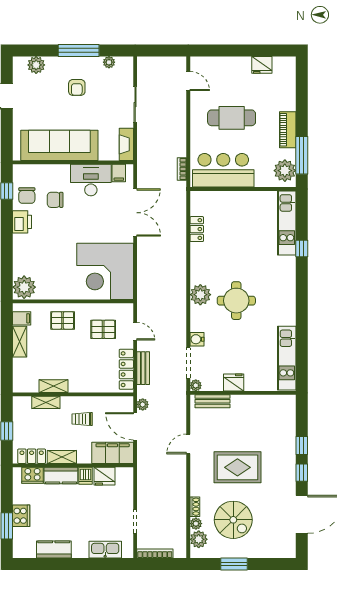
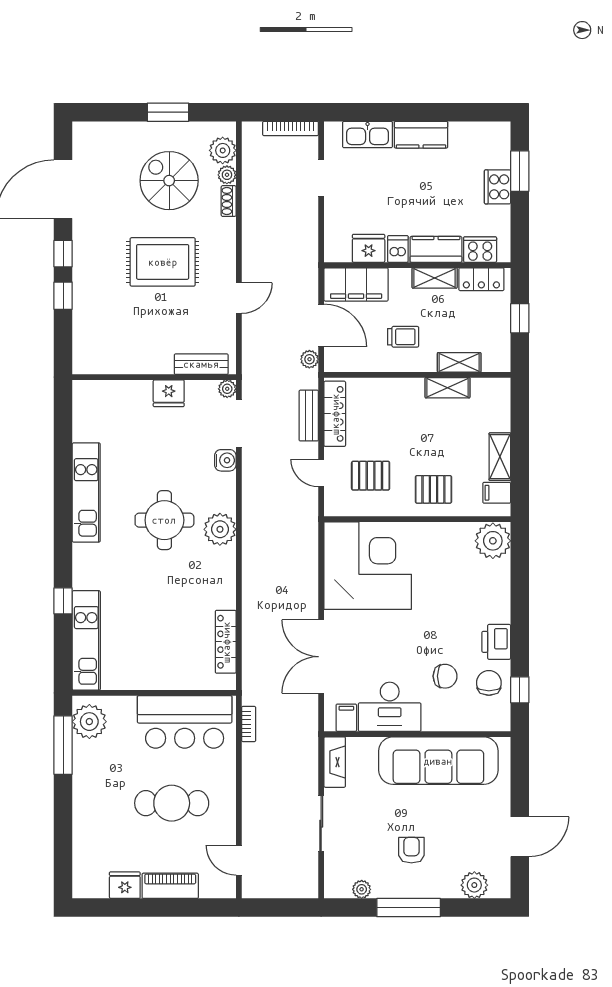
piano: (288, 130) -> (170, 886), moved, turned -90
locker: (197, 229) -> (226, 642), width x1.53
kitchen unit: (287, 358) -> (86, 492), moved
kitchen counter: (54, 549) -> (421, 135), moved

